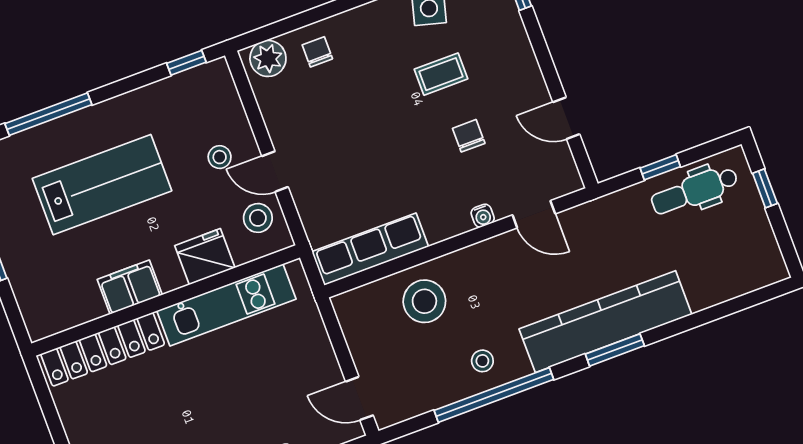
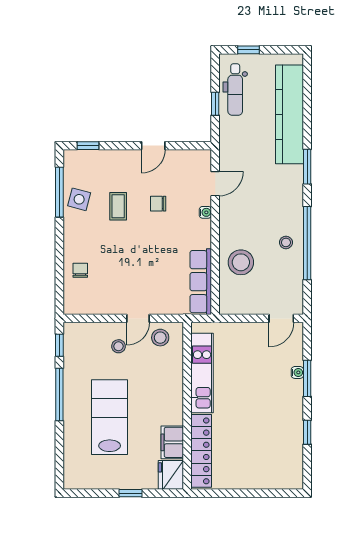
chair: (317, 52) -> (80, 270), turned 90
plant: (268, 58) -> (74, 299), removed
window: (48, 114) -> (59, 394), moved
door: (566, 118) -> (153, 146), moved
fridge: (205, 257) -> (171, 475), moved
filing cabinet: (130, 287) -> (172, 442), moved
kitchen counter: (605, 322) -> (290, 114), moved

